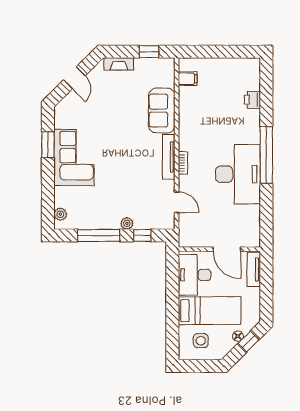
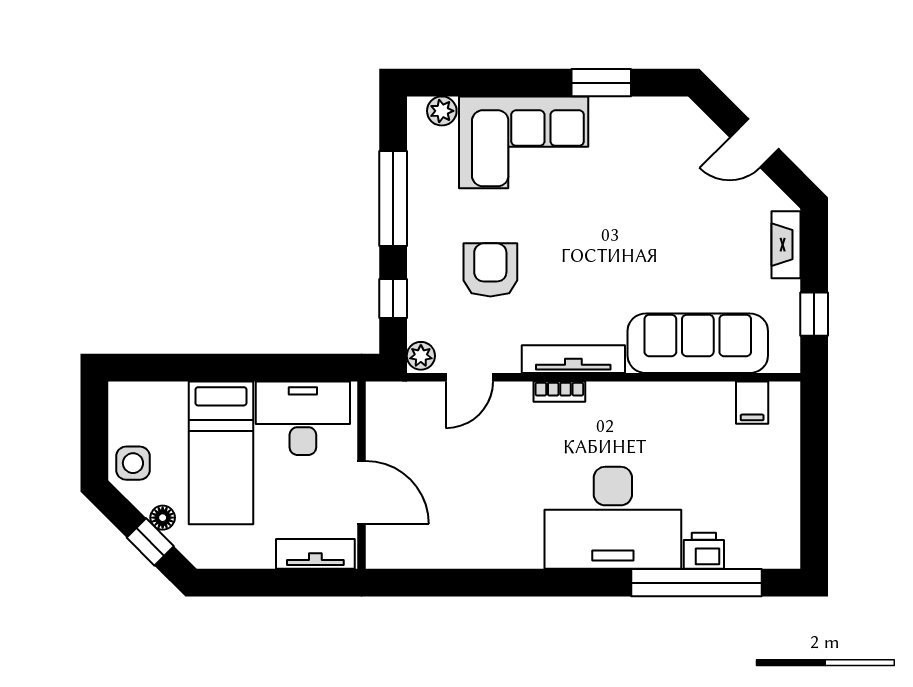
sofa: (162, 111) -> (698, 343), width x1.36
window: (266, 155) -> (696, 583), moved
corner sofa: (74, 158) -> (524, 142), moved
desk: (238, 174) -> (613, 518), moved
armchair: (130, 193) -> (490, 270), added
plant: (127, 223) -> (421, 356), moved
door: (227, 249) -> (362, 492), swing flipped
side table: (201, 341) -> (133, 463), moved

